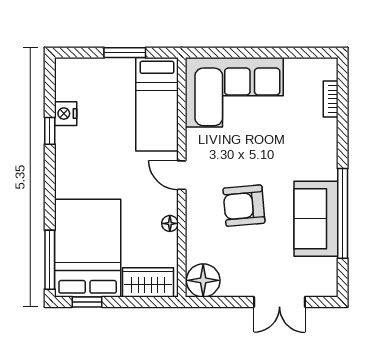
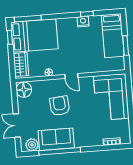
bed: (157, 104) -> (113, 36), moved, turned -90
nightstand: (66, 114) -> (83, 22), moved
door: (182, 175) -> (71, 76), swing flipped
plant: (324, 272) -> (32, 145), added

